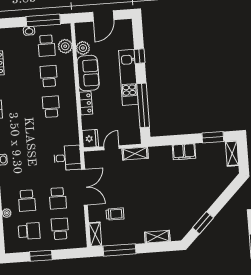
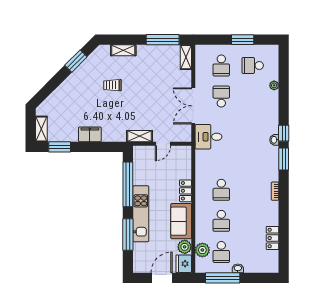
school desk: (46, 46) -> (221, 252), turned 180
window: (139, 56) -> (128, 234), width x2.17
fridge: (90, 139) -> (184, 264), moved
school desk: (27, 201) -> (253, 97), removed
trolley: (115, 214) -> (113, 85), moved

